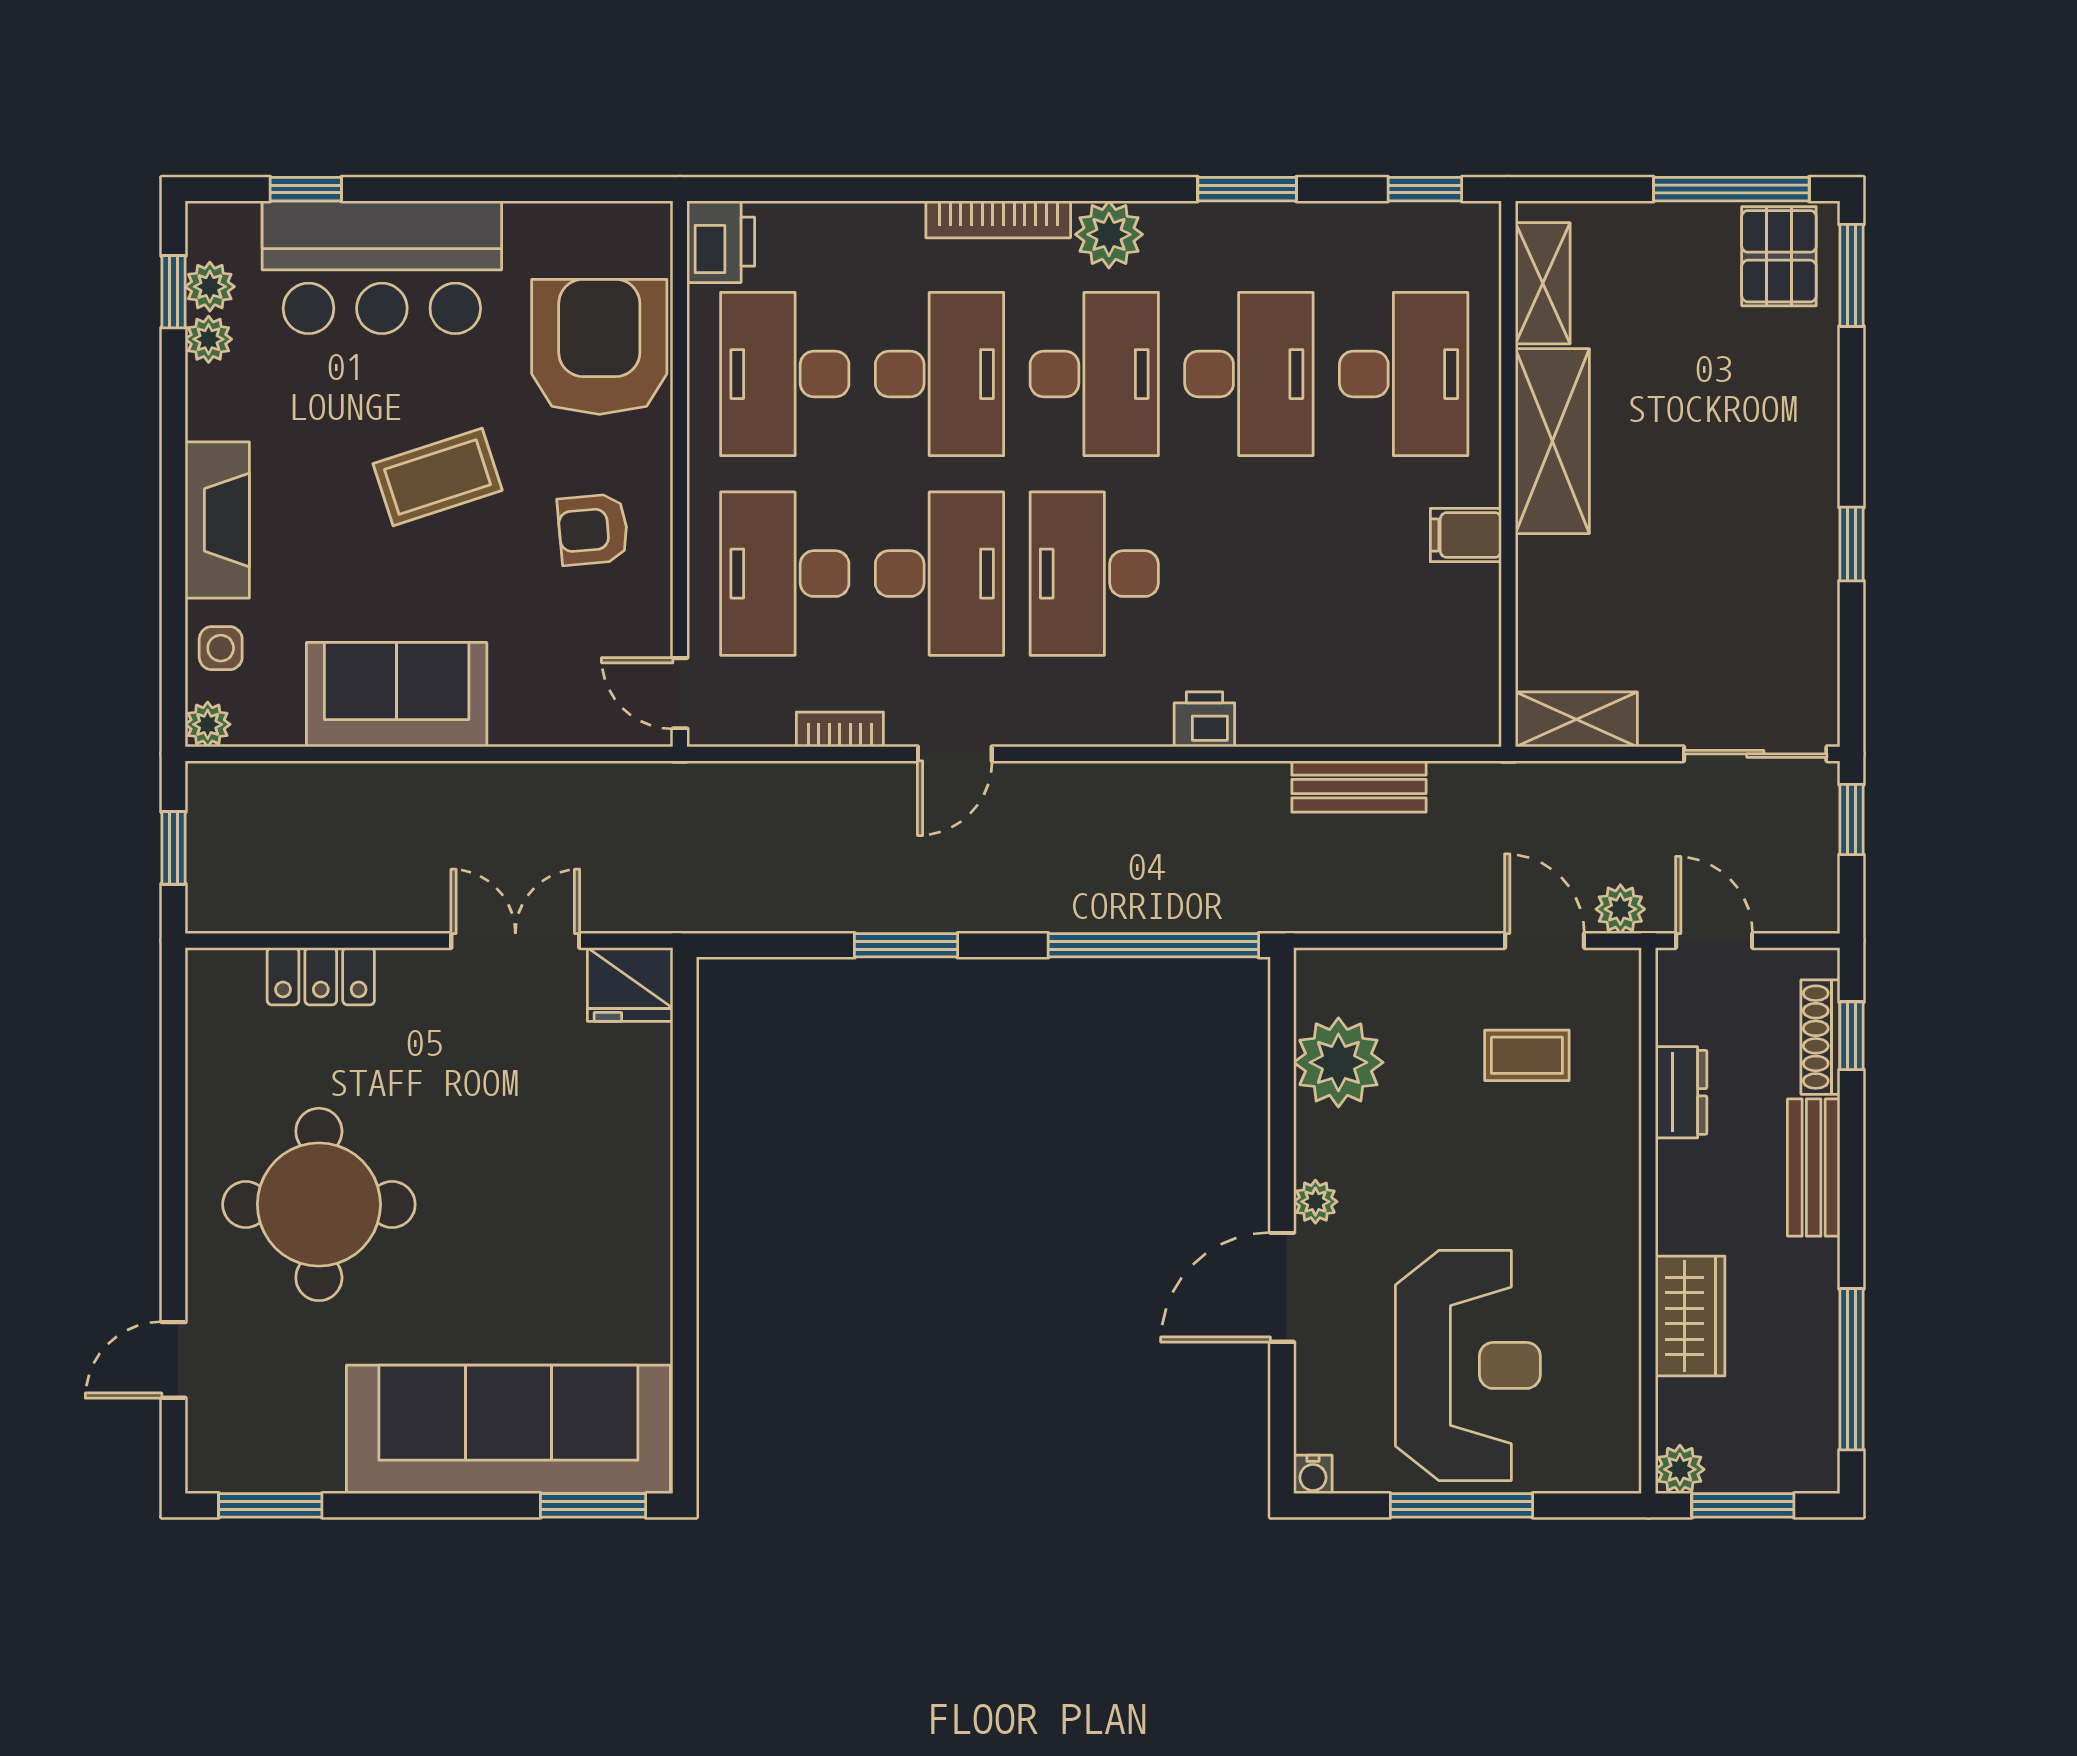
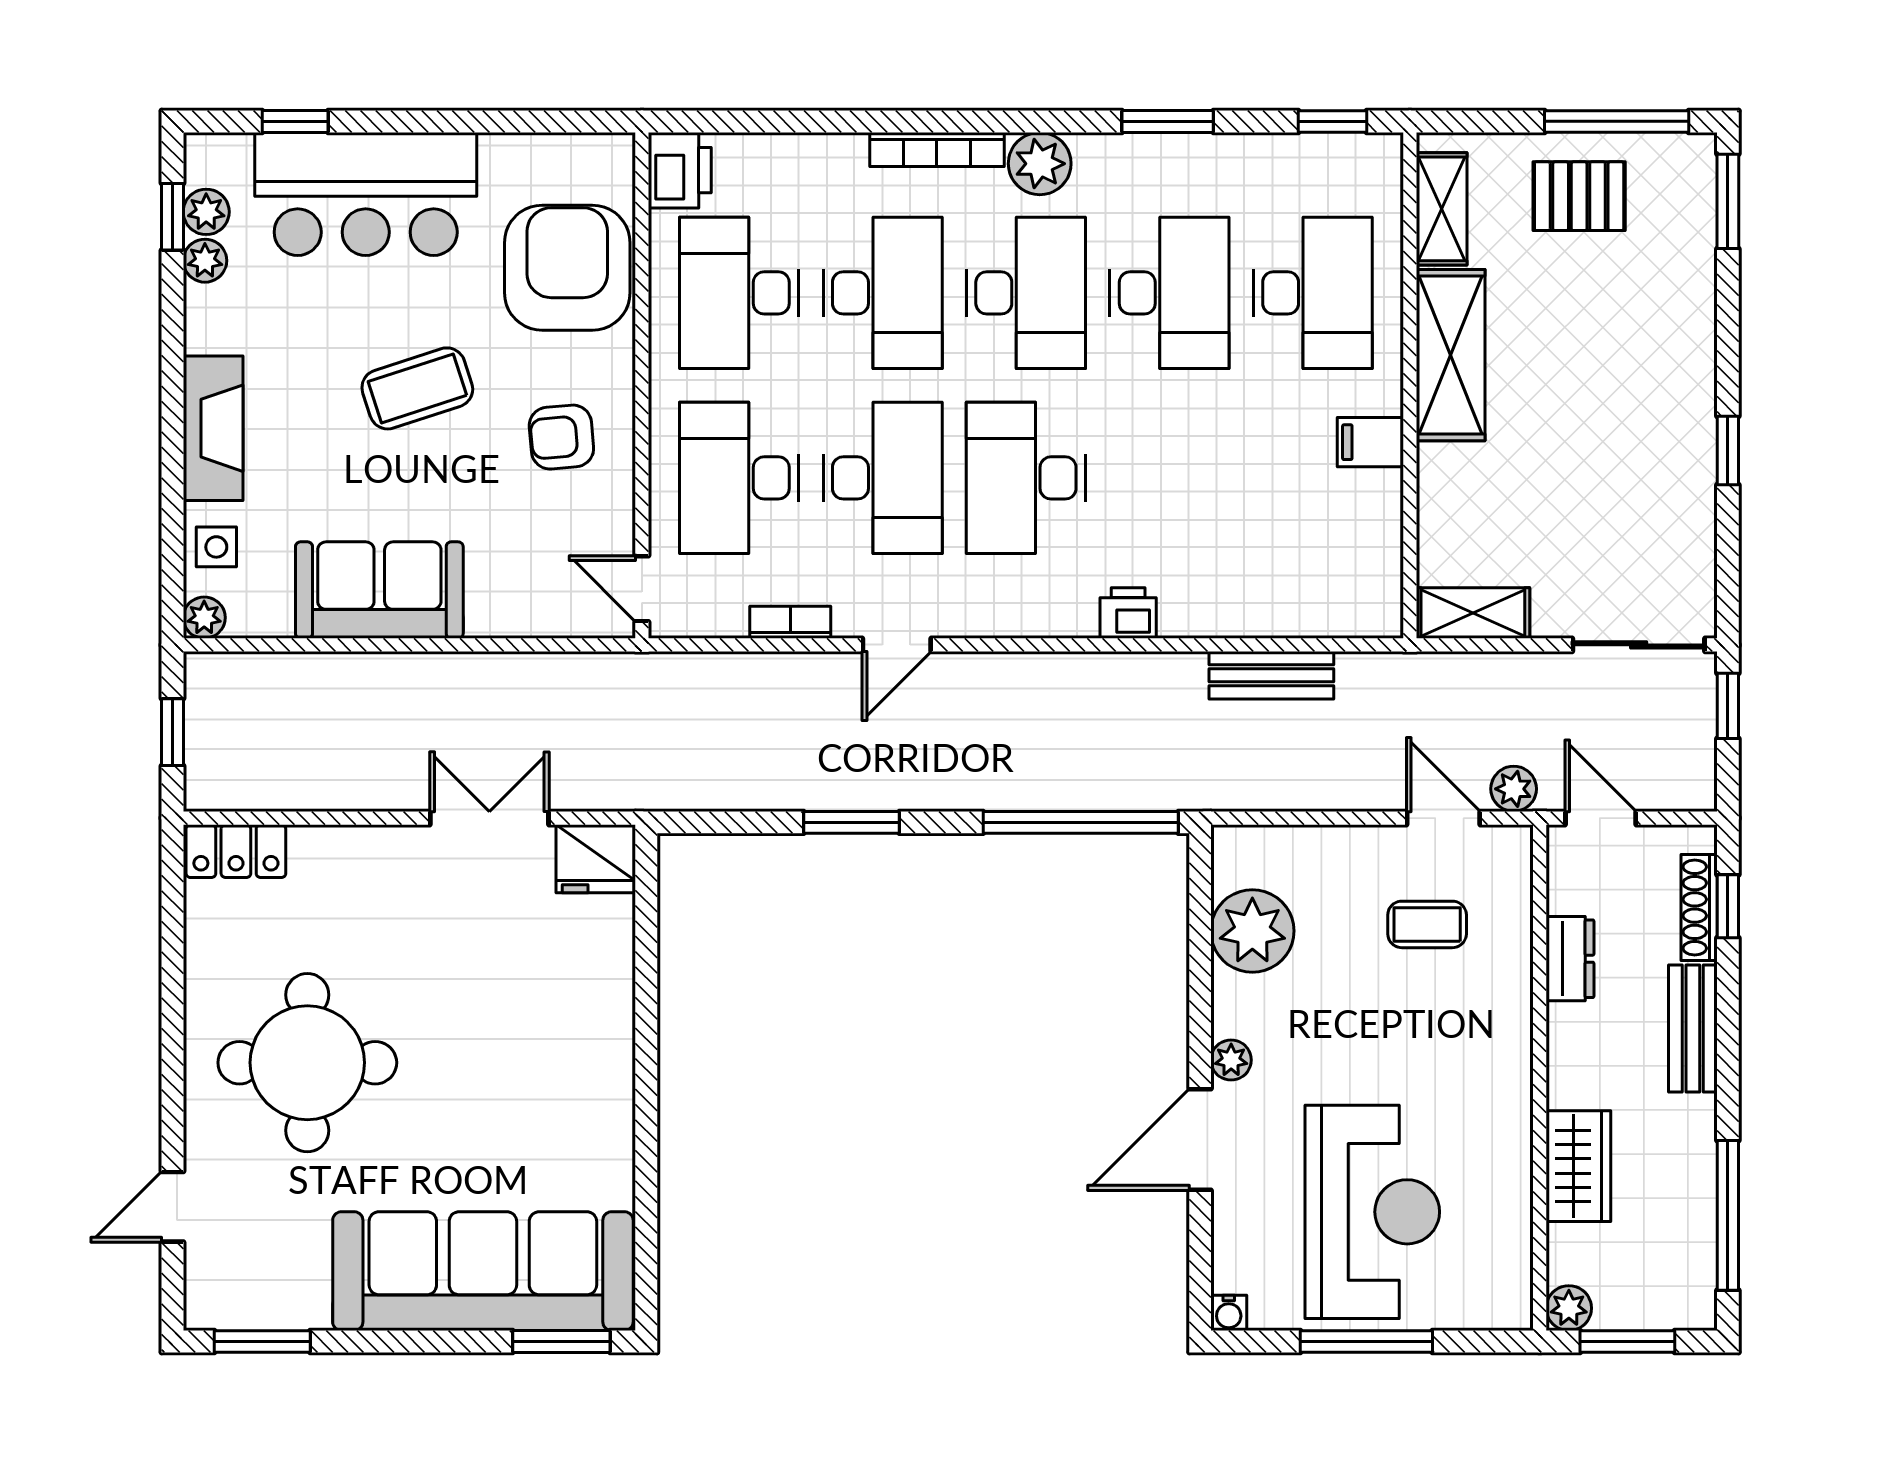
pallet: (1779, 256) -> (1579, 196), moved, turned 90
locker: (321, 976) -> (236, 851), moved

